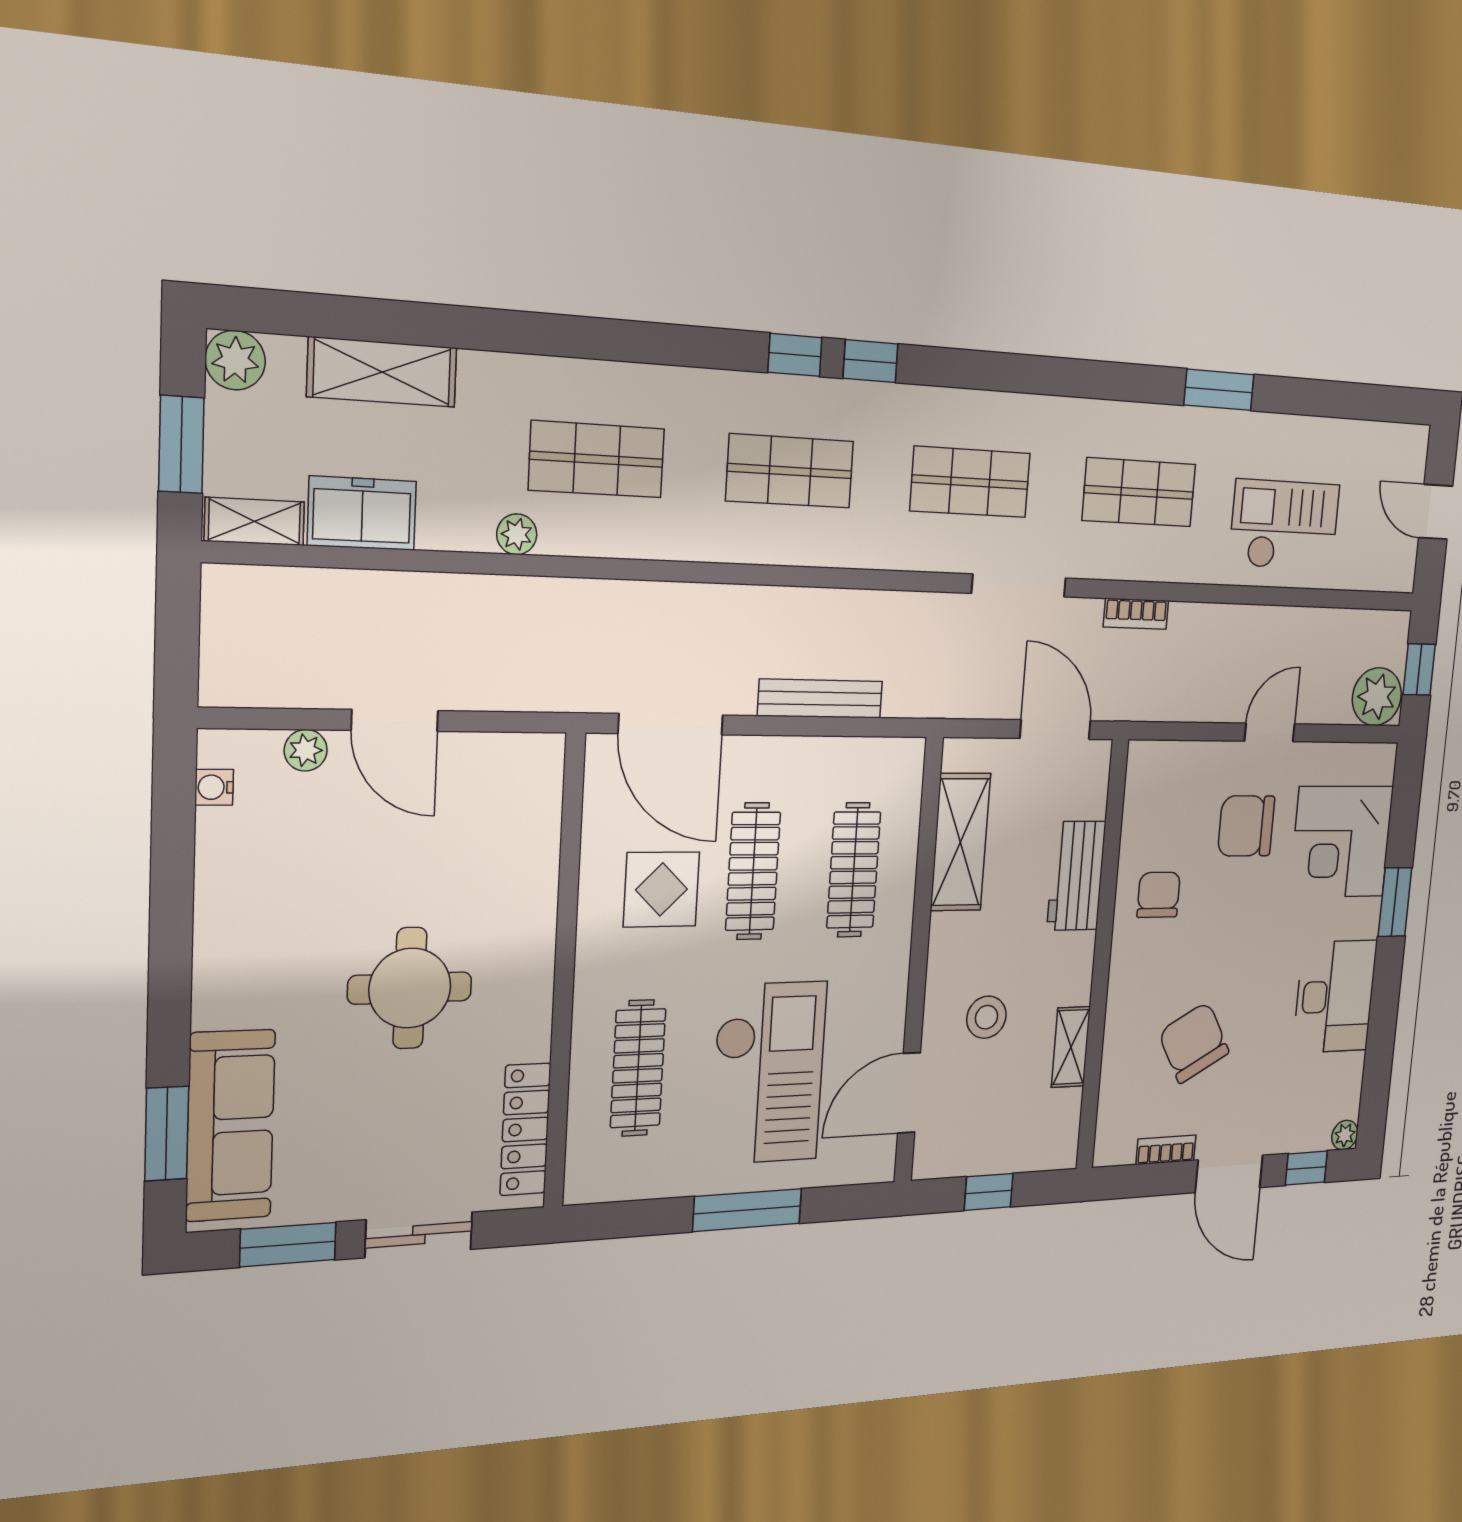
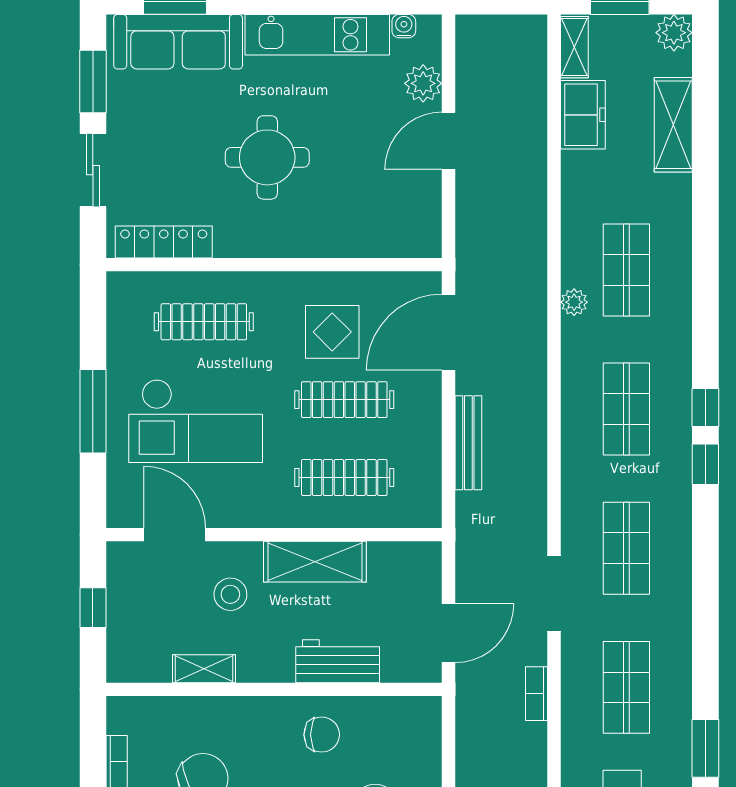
plant: (517, 534) -> (574, 302), moved
plant: (306, 750) -> (423, 83), width x1.38, depth x1.38
shelving: (960, 842) -> (315, 562), moved
kitchen unit: (225, 919) -> (317, 35), added

